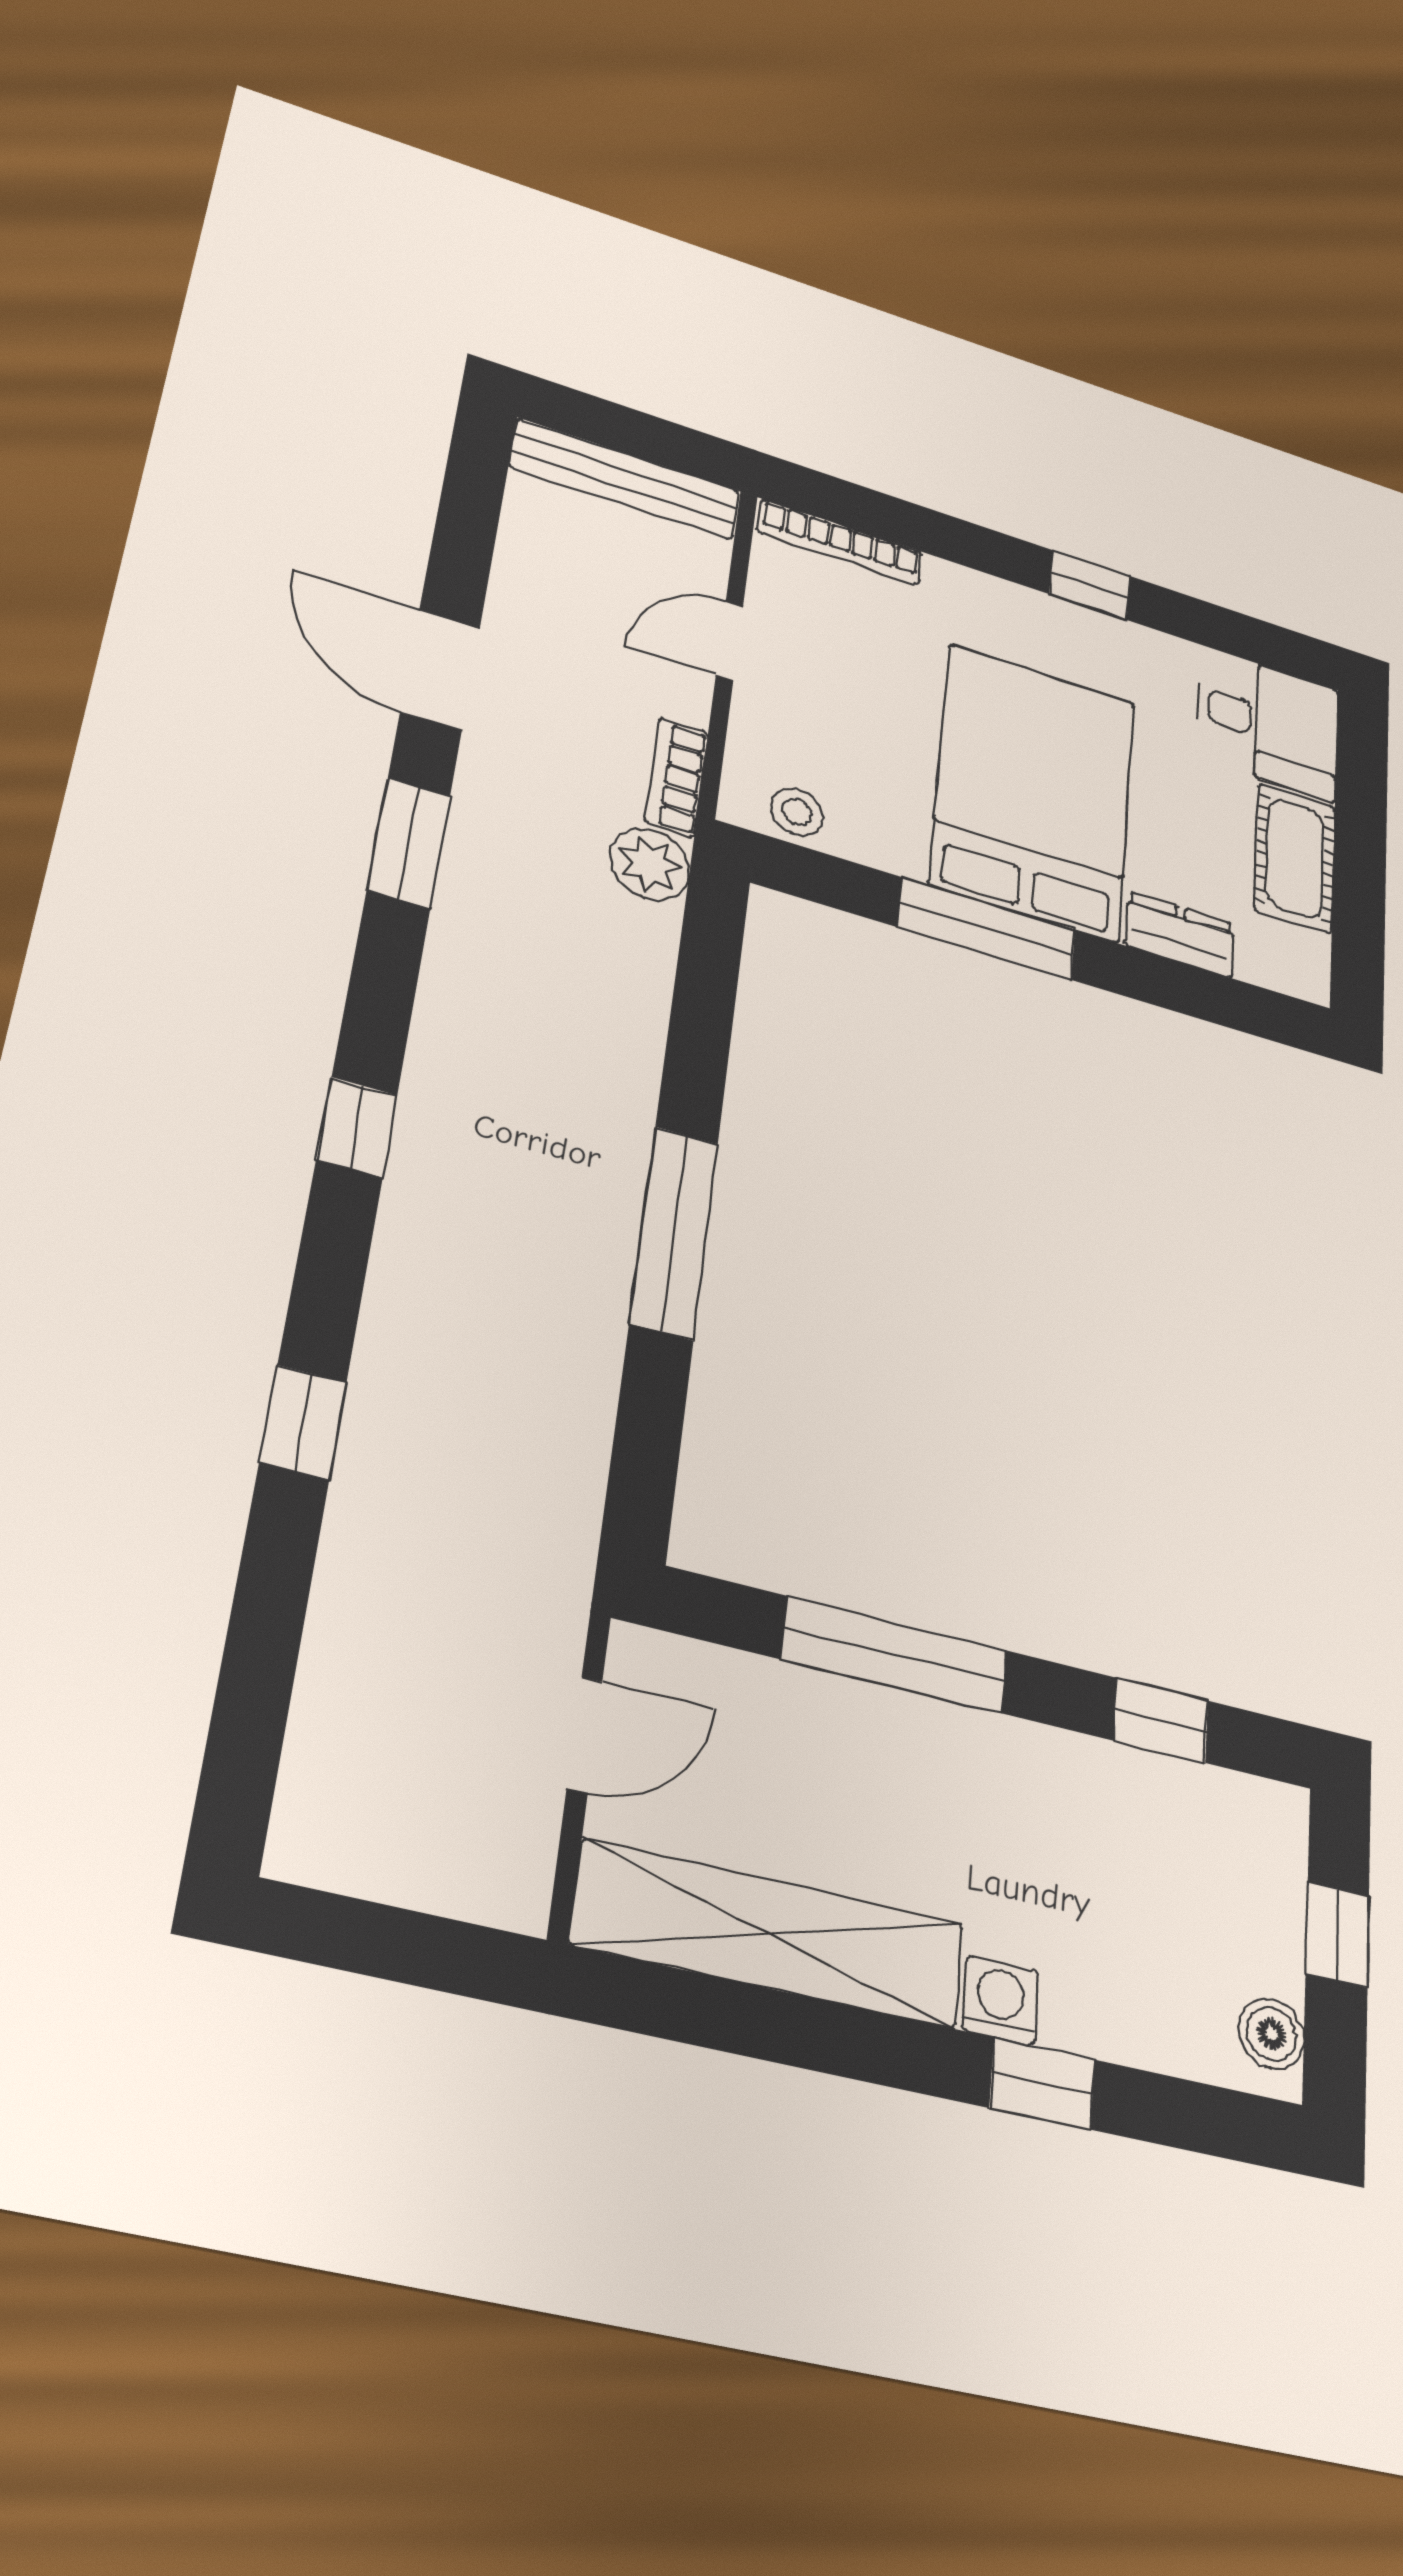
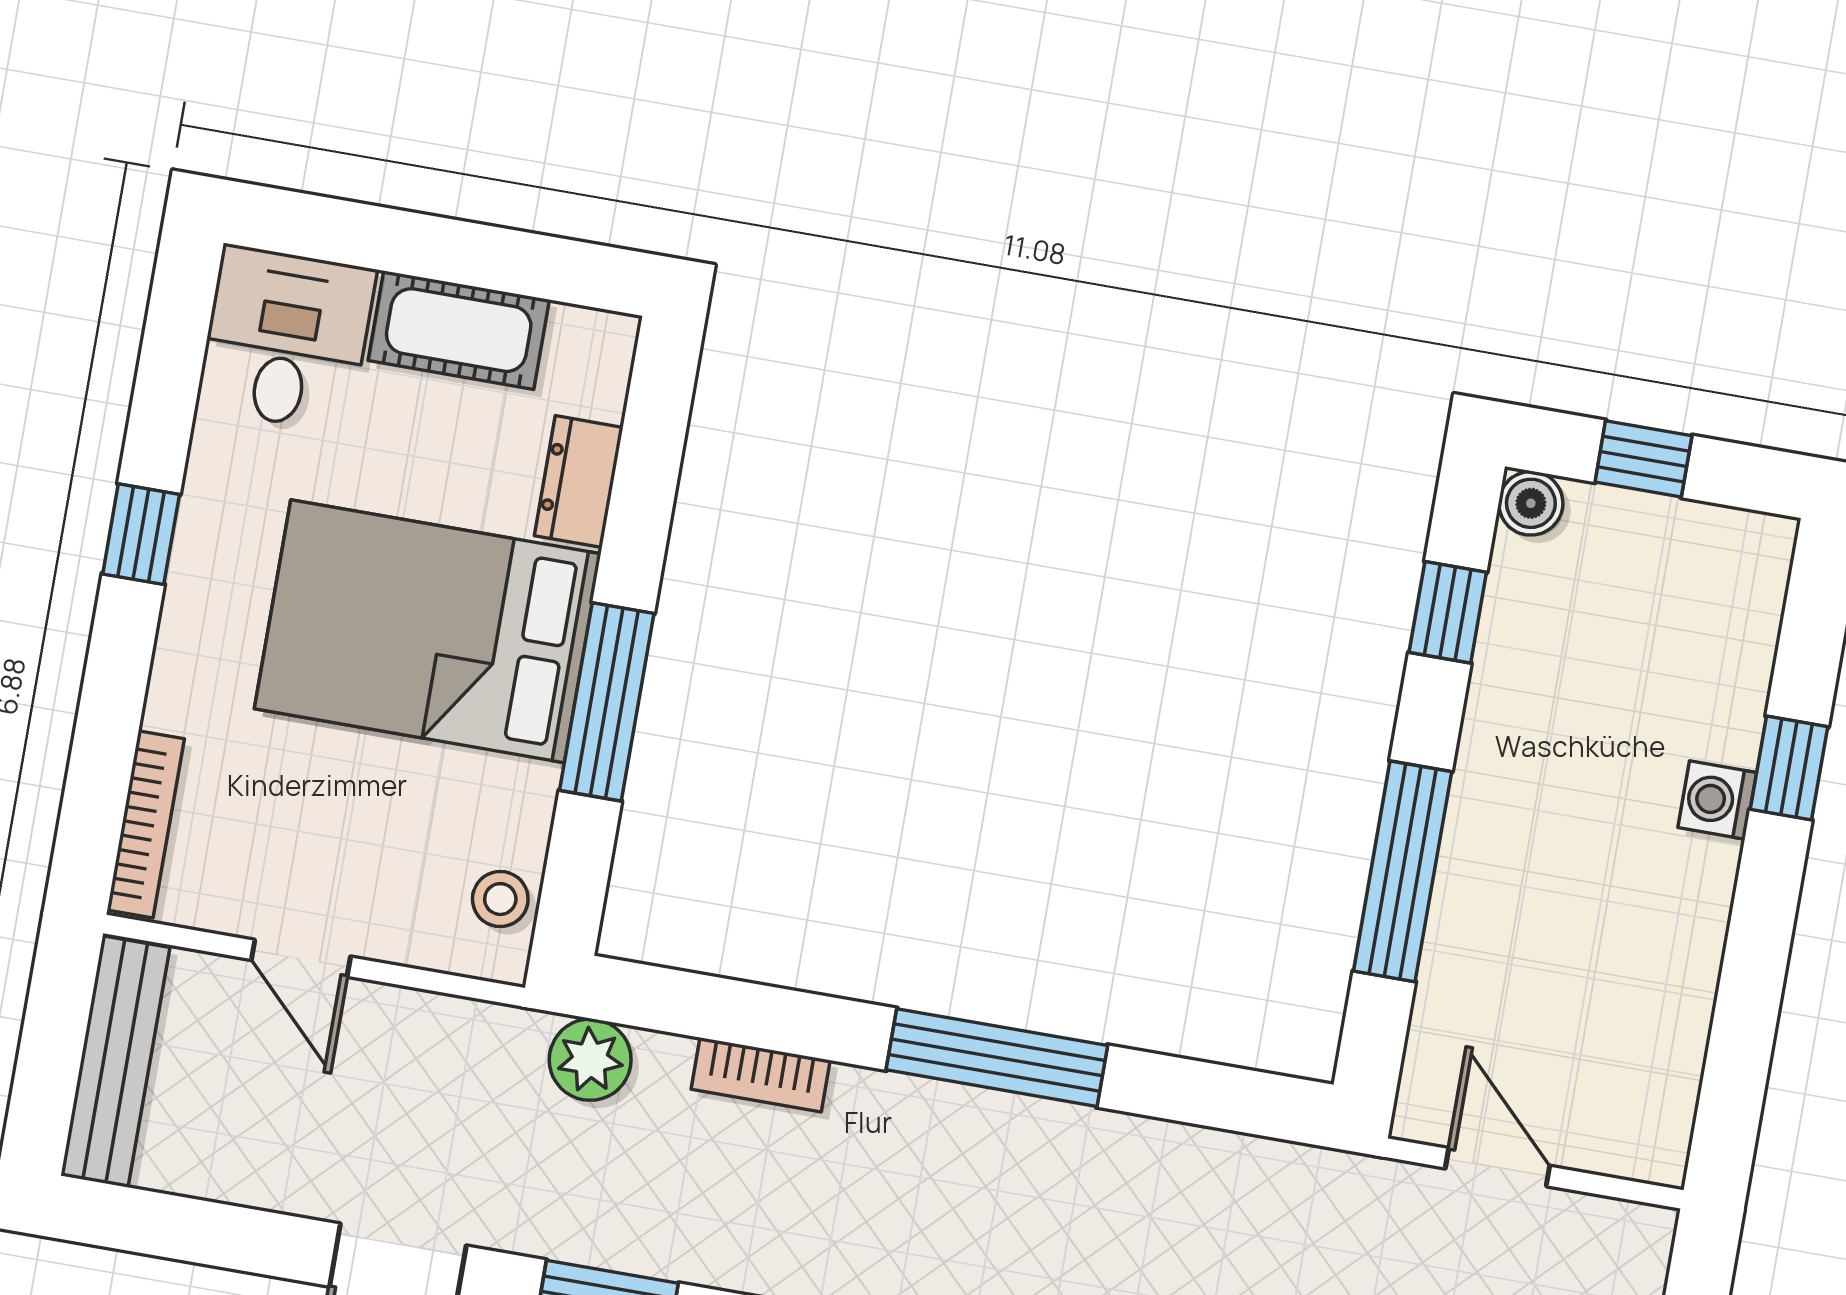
bookcase: (676, 777) -> (761, 1075), moved
shelving: (770, 1934) -> (1667, 1010), removed
boiler: (1272, 2034) -> (1531, 503), moved

